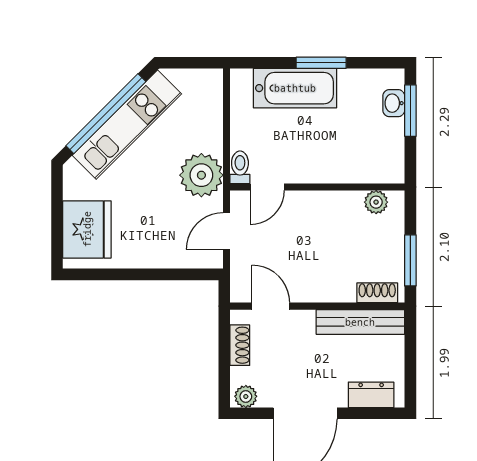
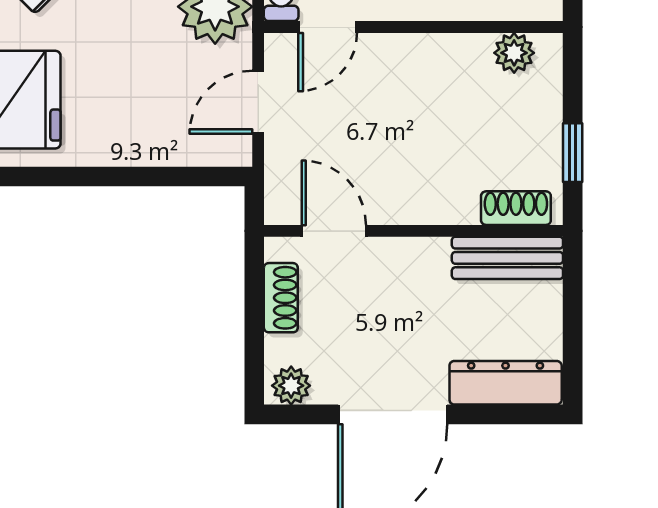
window: (410, 260) -> (573, 153), width x0.67
bench: (360, 322) -> (507, 258), width x0.73
dresser: (371, 395) -> (506, 383), width x1.44

